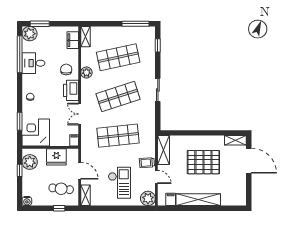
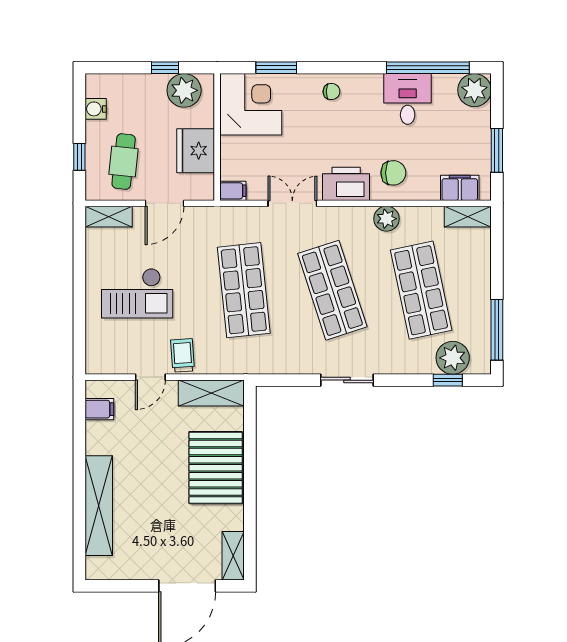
window: (40, 24) -> (497, 150), moved
pallet: (203, 162) -> (216, 468), moved
plant: (148, 198) -> (453, 358), moved
shelving: (198, 200) -> (99, 506), moved
water cooler: (27, 201) -> (96, 109), moved

